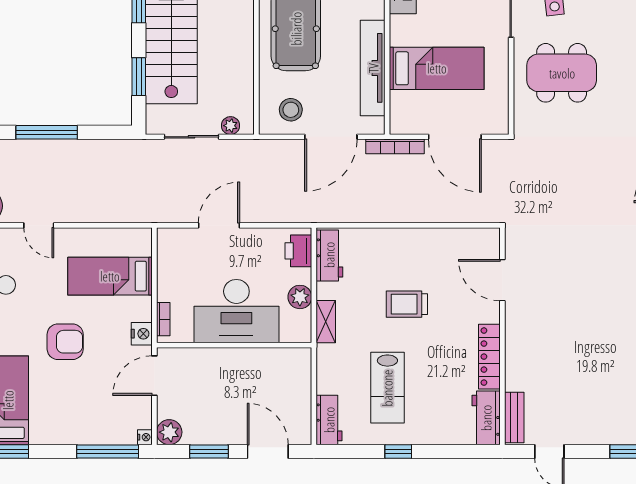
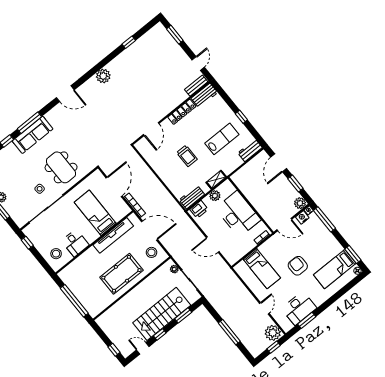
nightstand: (142, 334) -> (302, 217), moved

